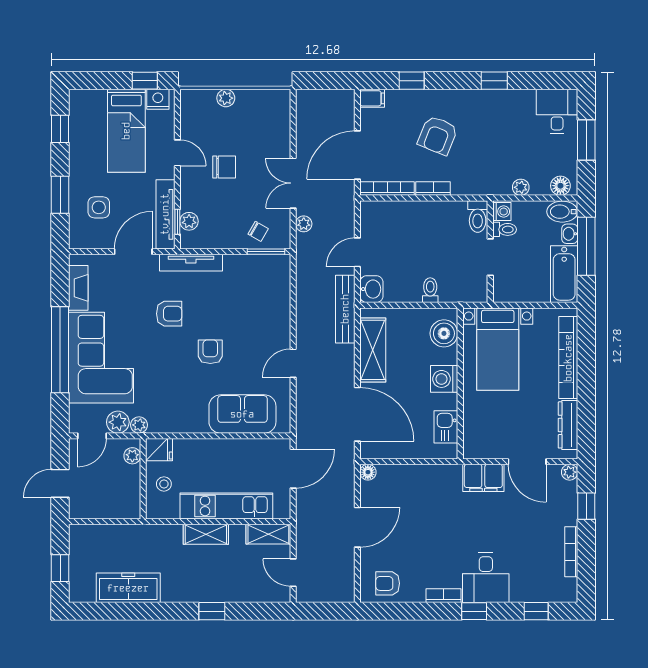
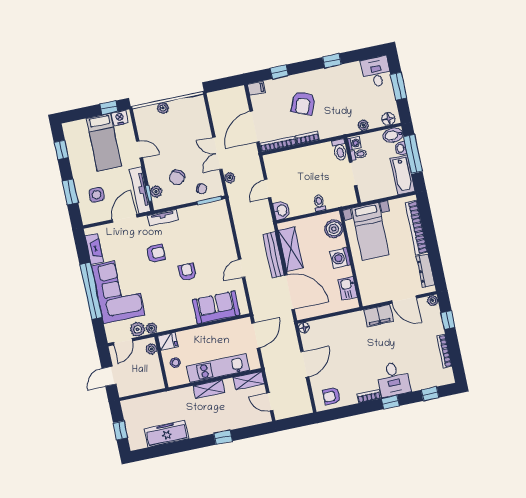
chair: (224, 167) -> (177, 177), moved, turned 130
tv unit: (191, 263) -> (163, 218), width x0.71
bench: (345, 309) -> (274, 255), moved

